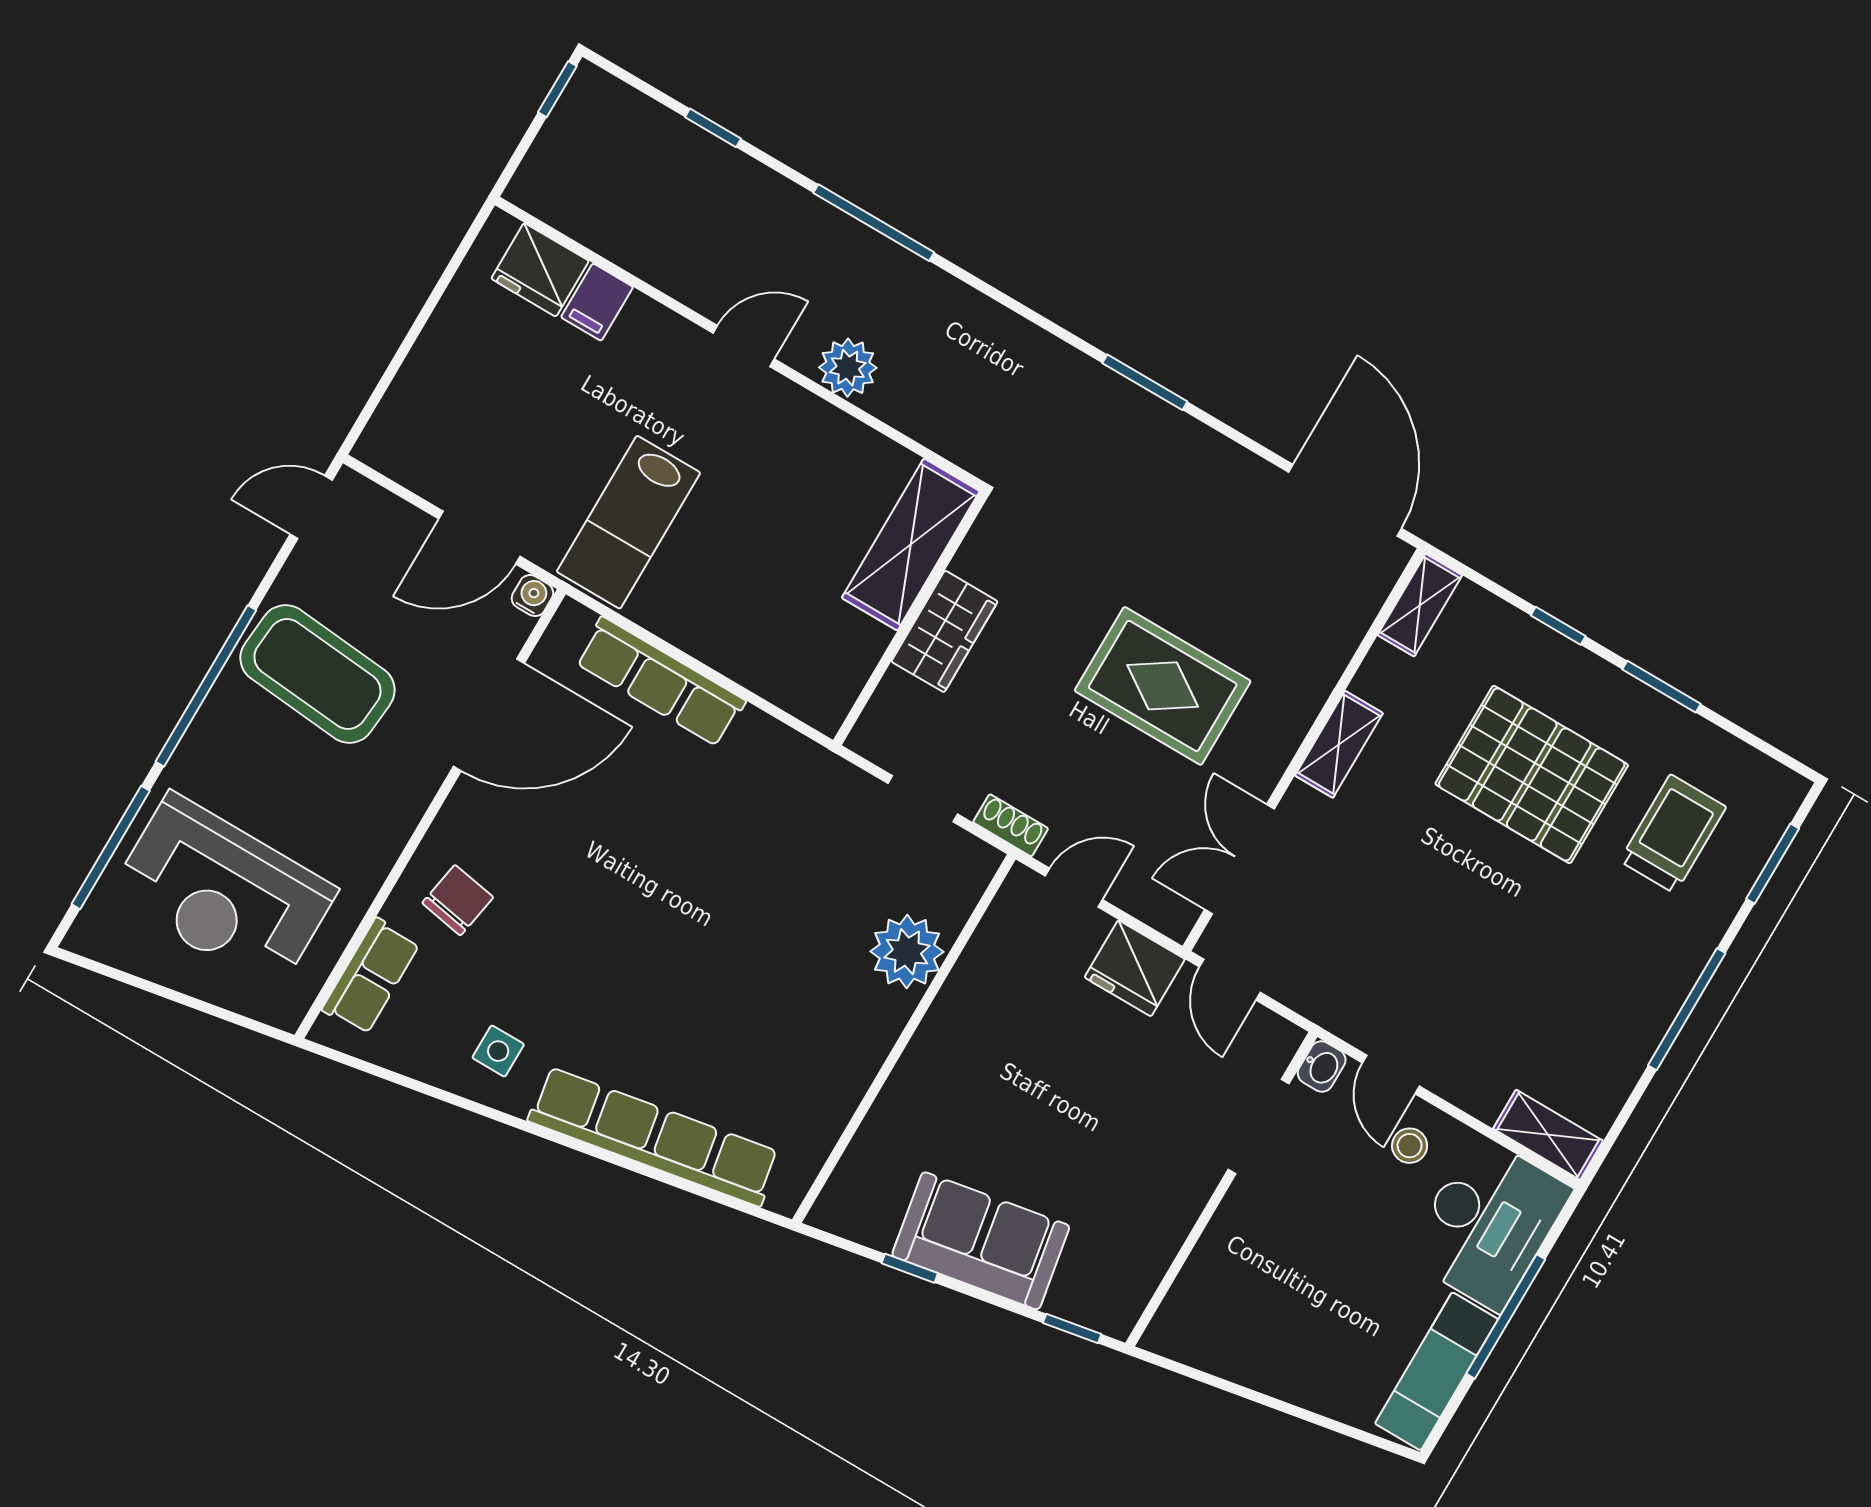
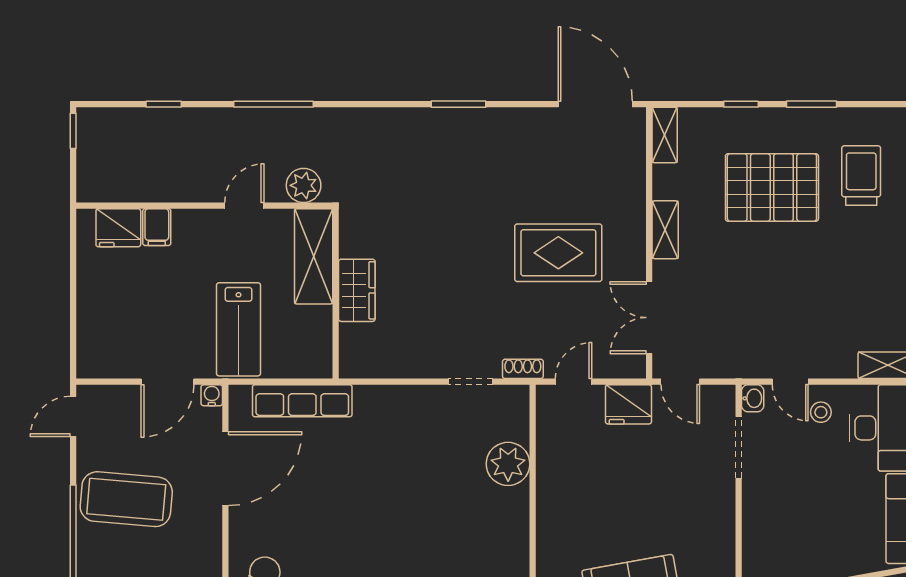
shelving: (911, 544) -> (314, 256), moved
wall: (911, 618) -> (336, 294), moved
wardrobe: (945, 631) -> (357, 290), moved

